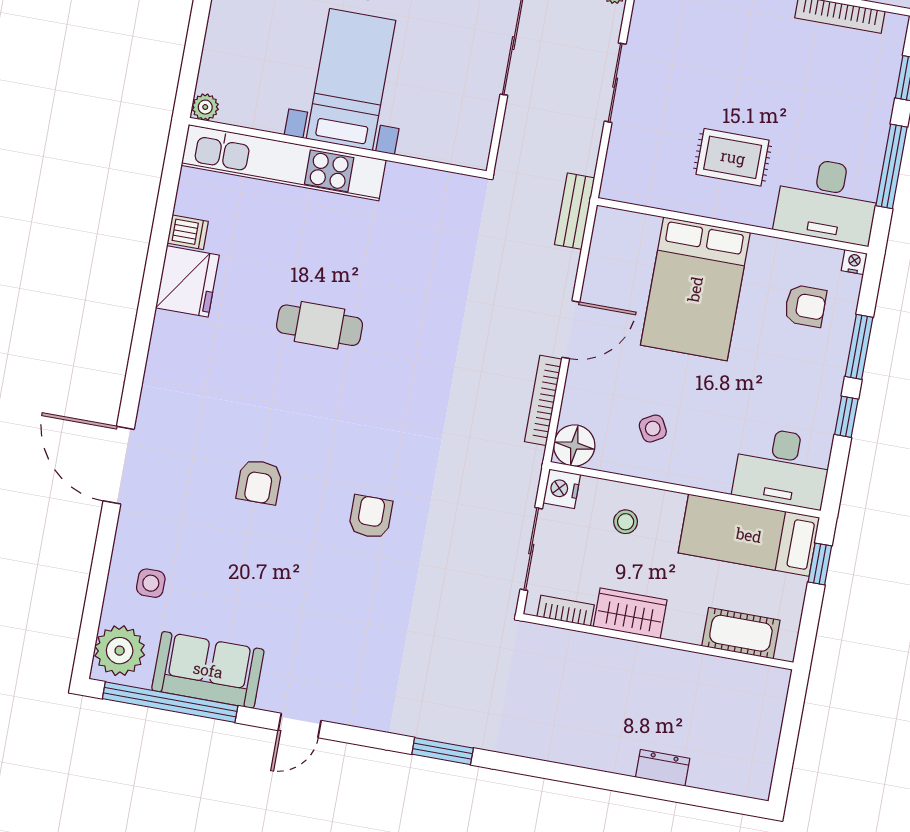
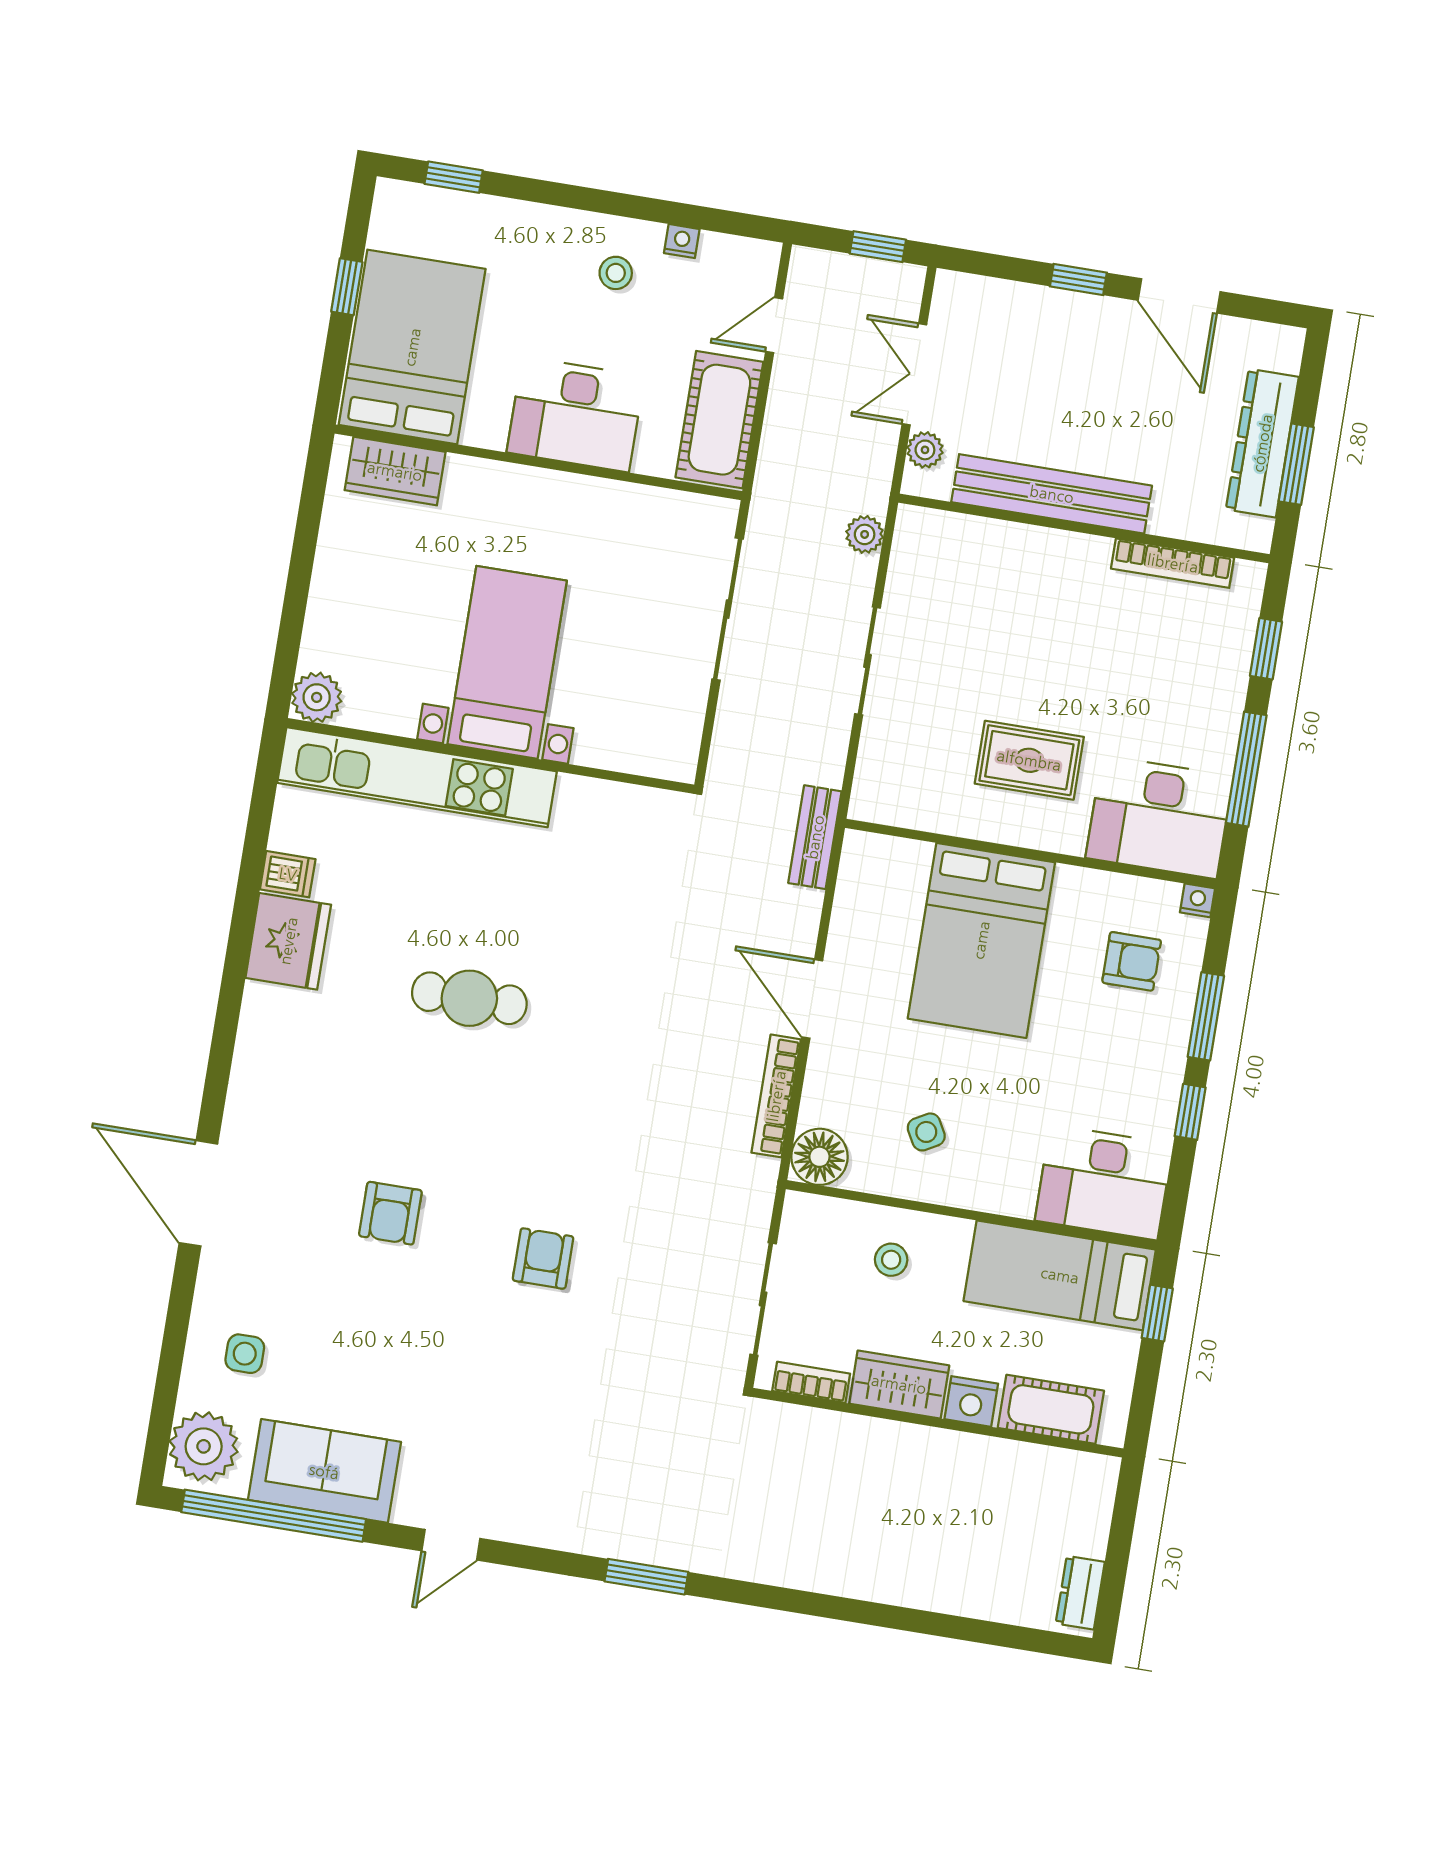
plant: (205, 107) -> (317, 697), width x1.38, depth x1.38
door: (571, 330) -> (812, 999), swing flipped
nightstand: (562, 489) -> (971, 1401), moved, turned -90
dresser: (663, 768) -> (1080, 1593), moved, turned -90

